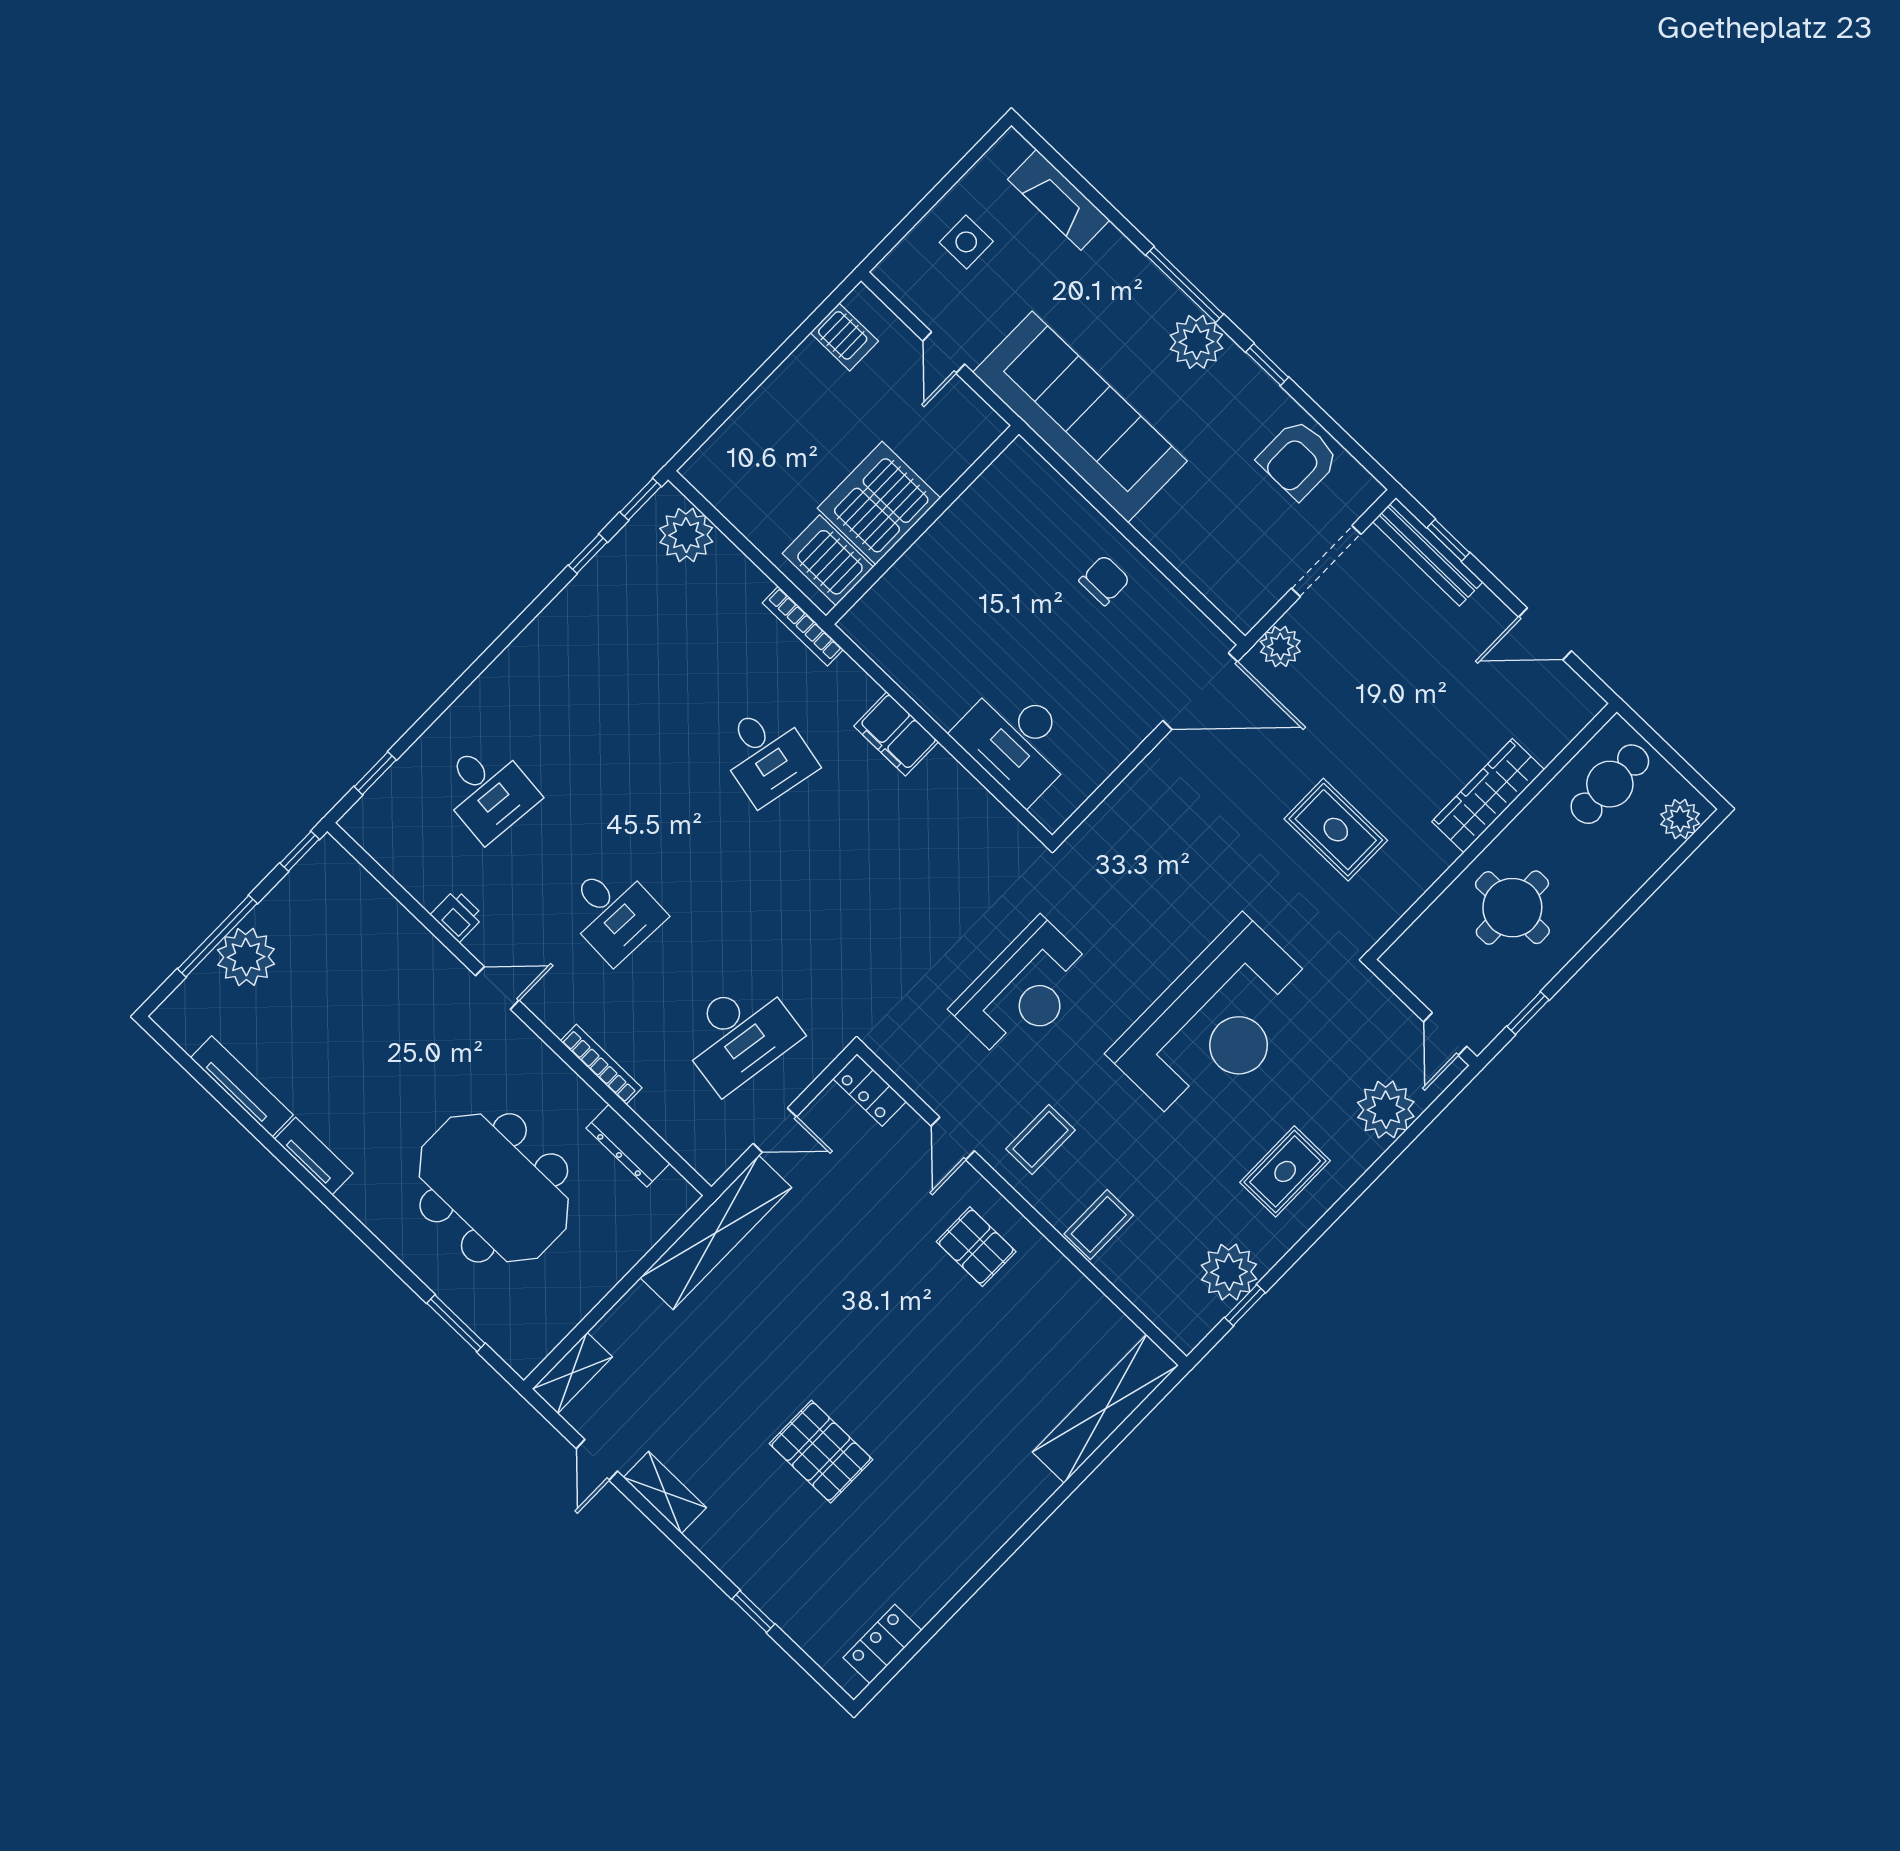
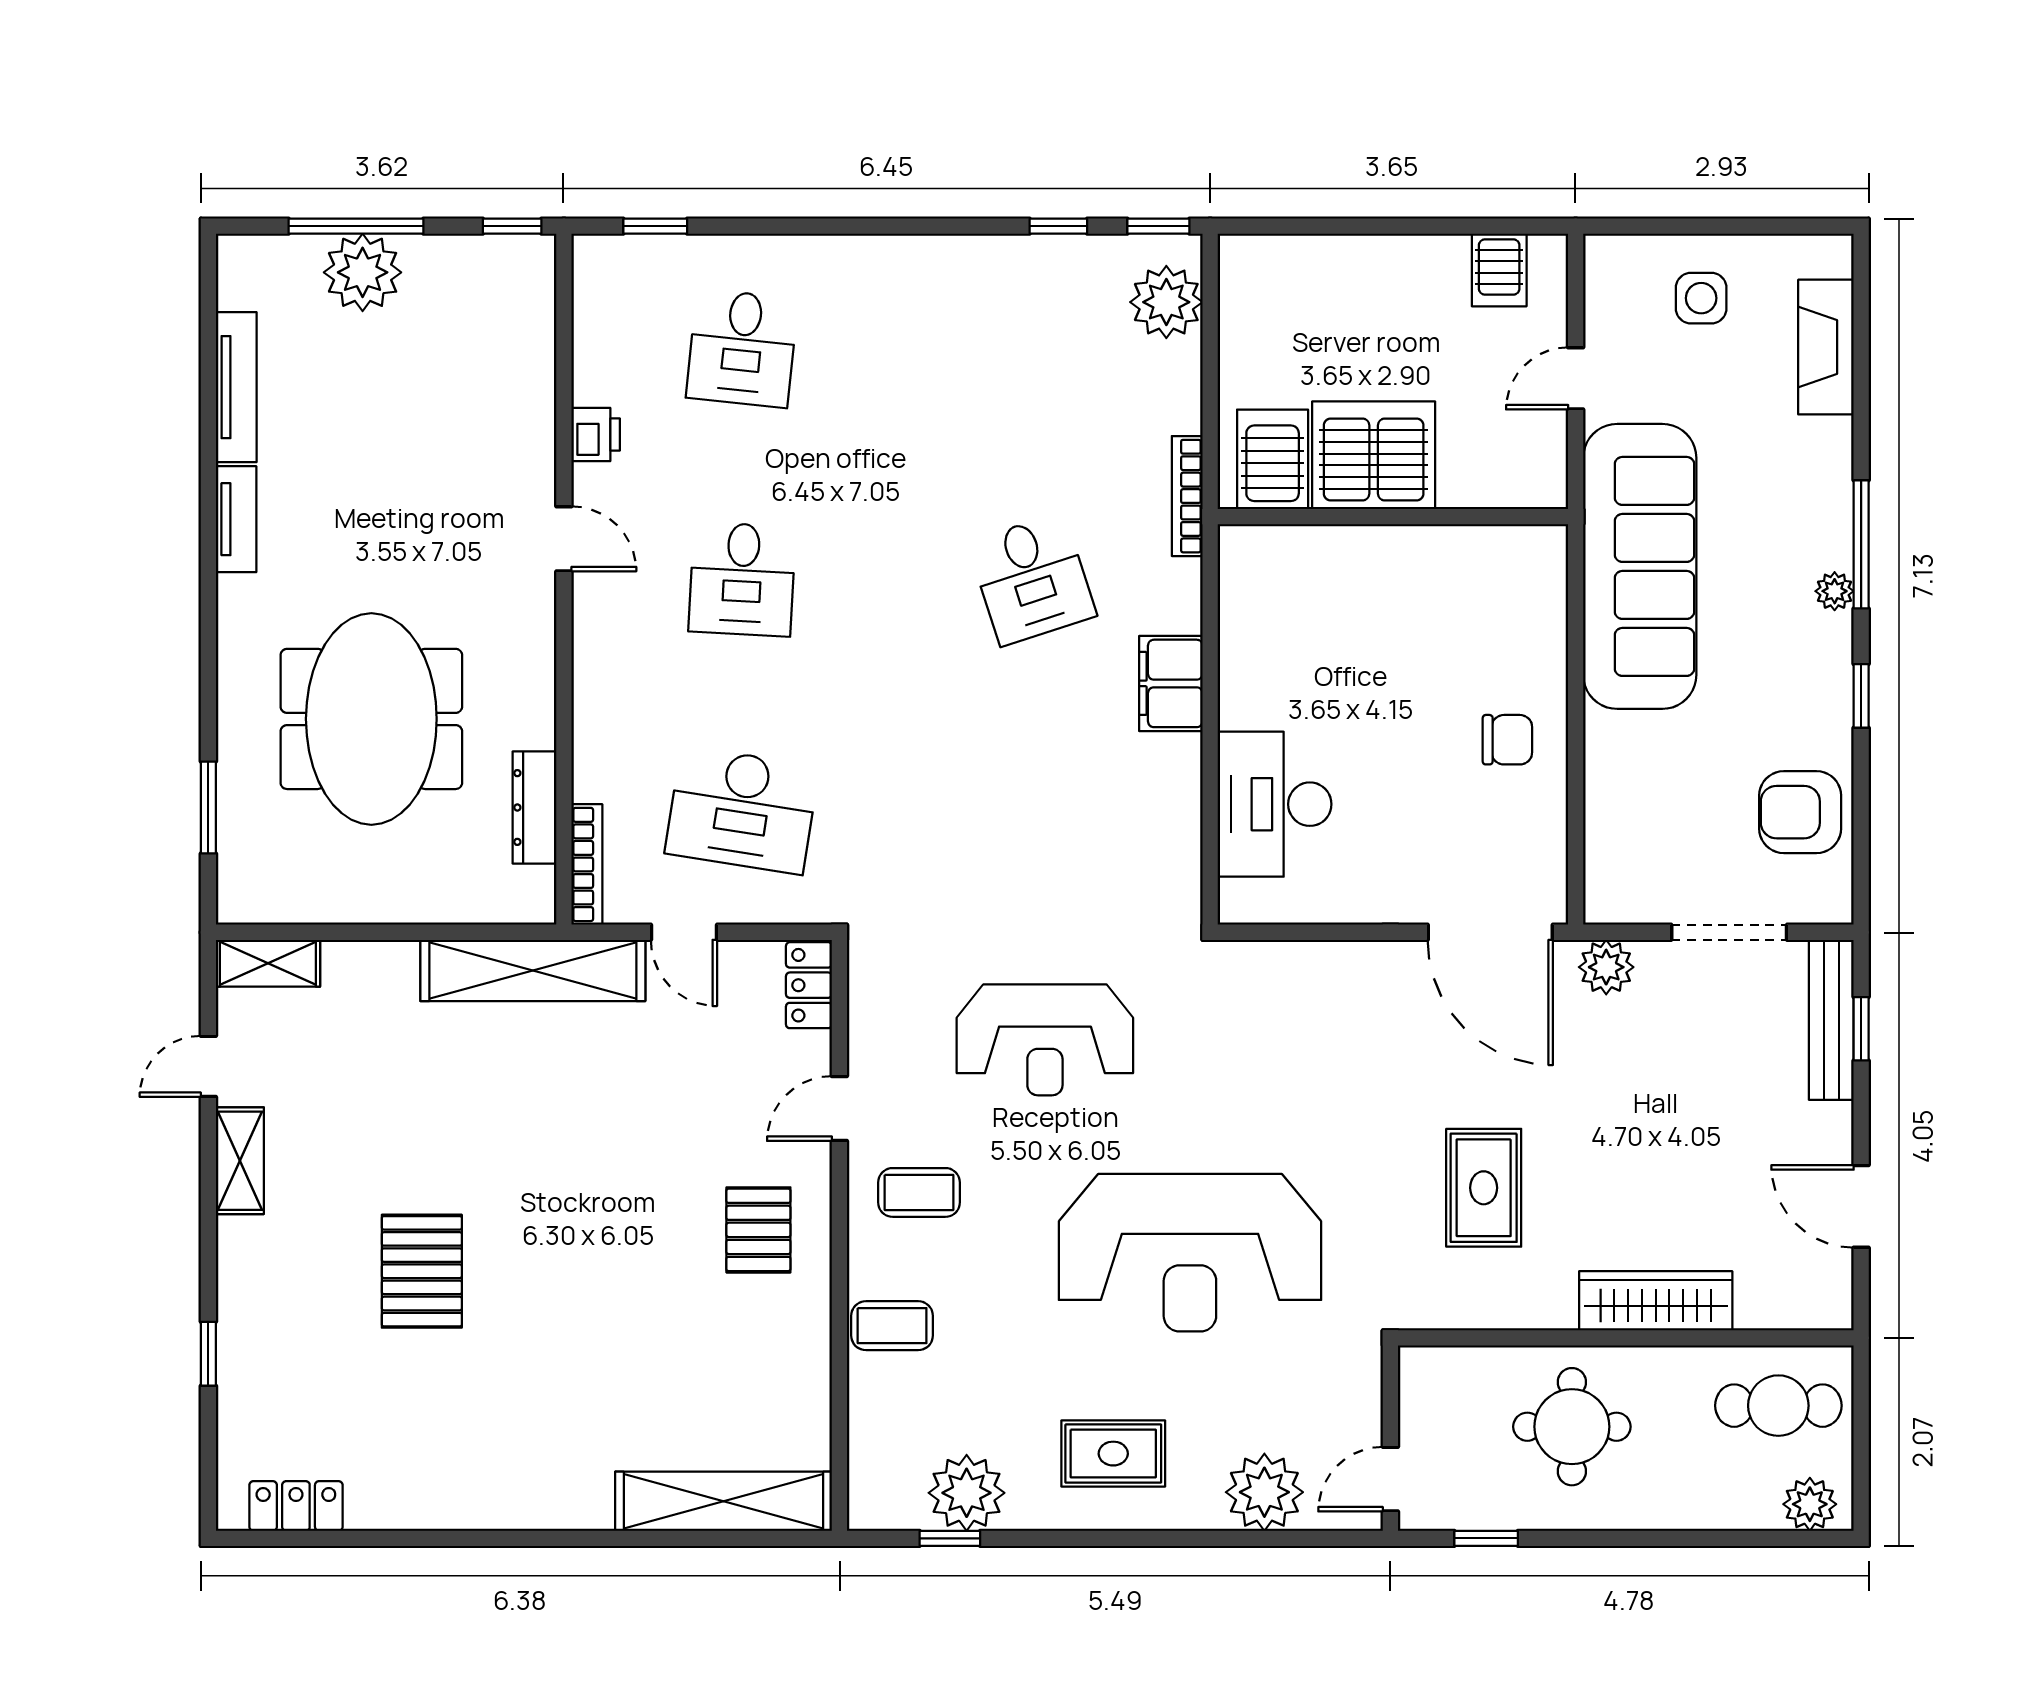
plant: (1196, 342) -> (1835, 591), width x0.53, depth x0.53
desk: (766, 754) -> (1032, 579), turned -30
bookcase: (601, 1064) -> (587, 864), moved

